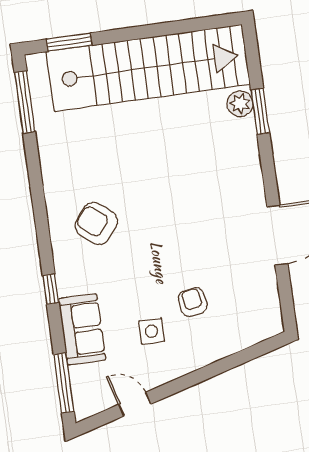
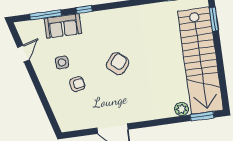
window: (260, 111) -> (202, 116), moved
armchair: (96, 223) -> (118, 64), moved
window: (64, 383) -> (46, 15), moved

